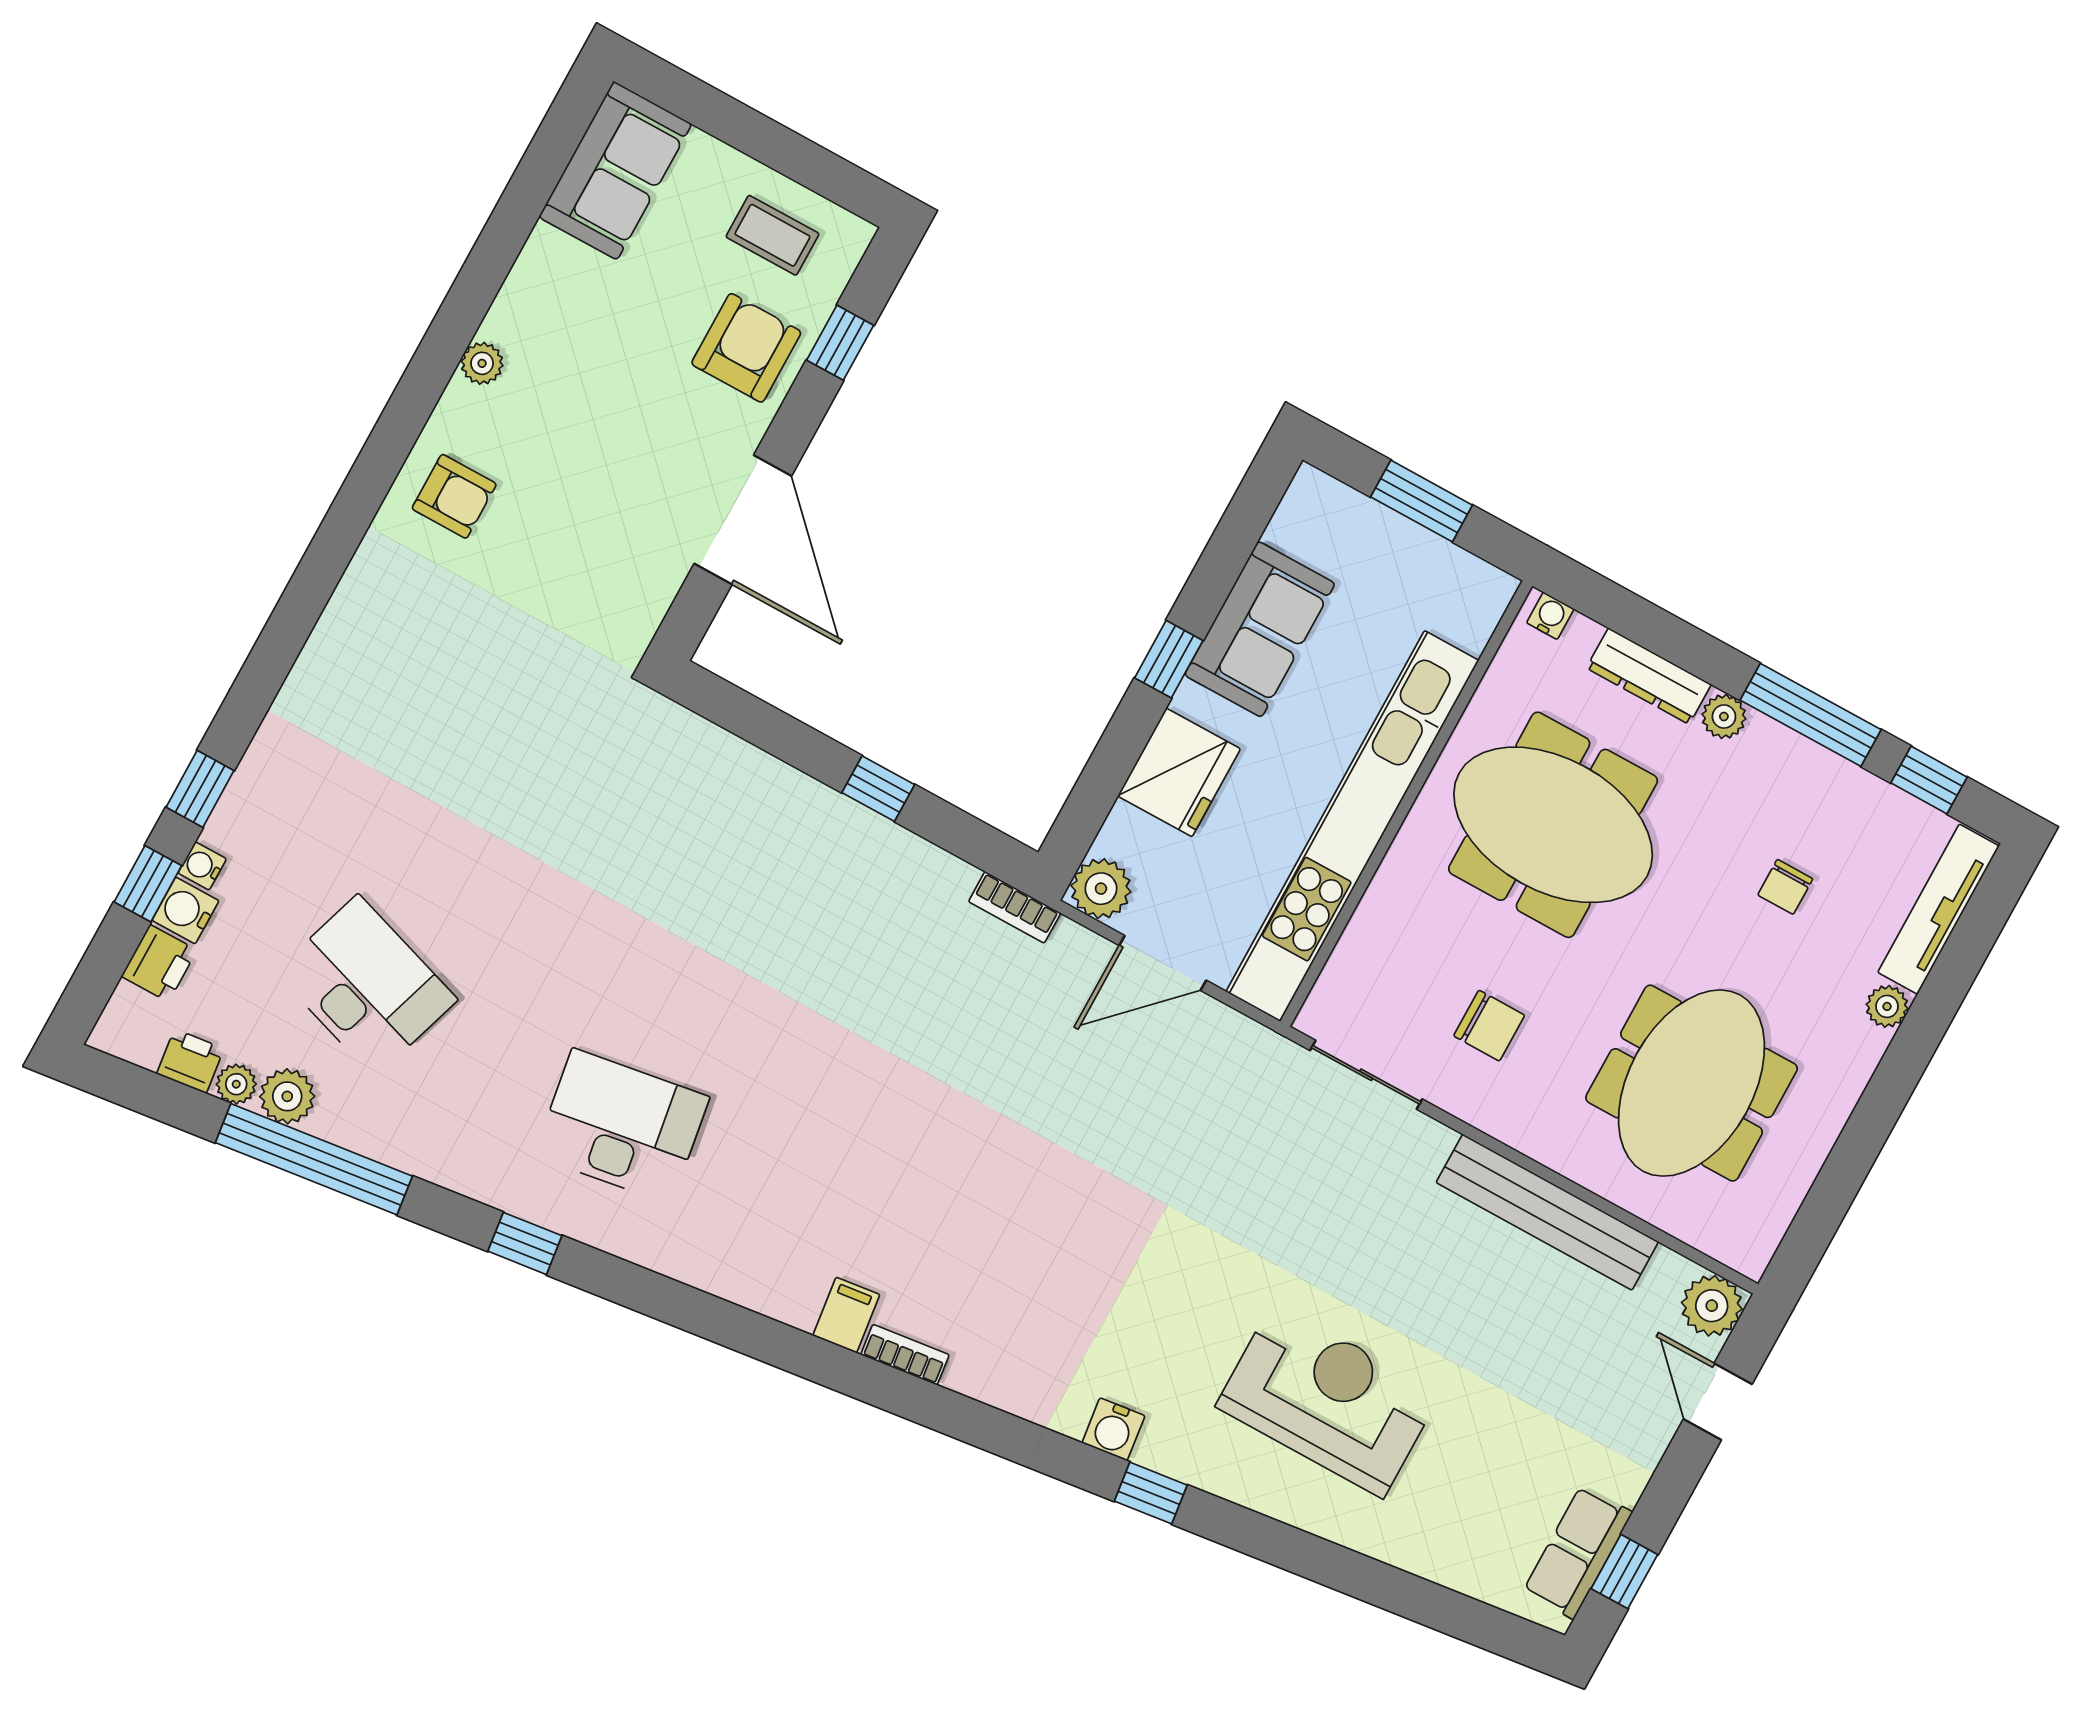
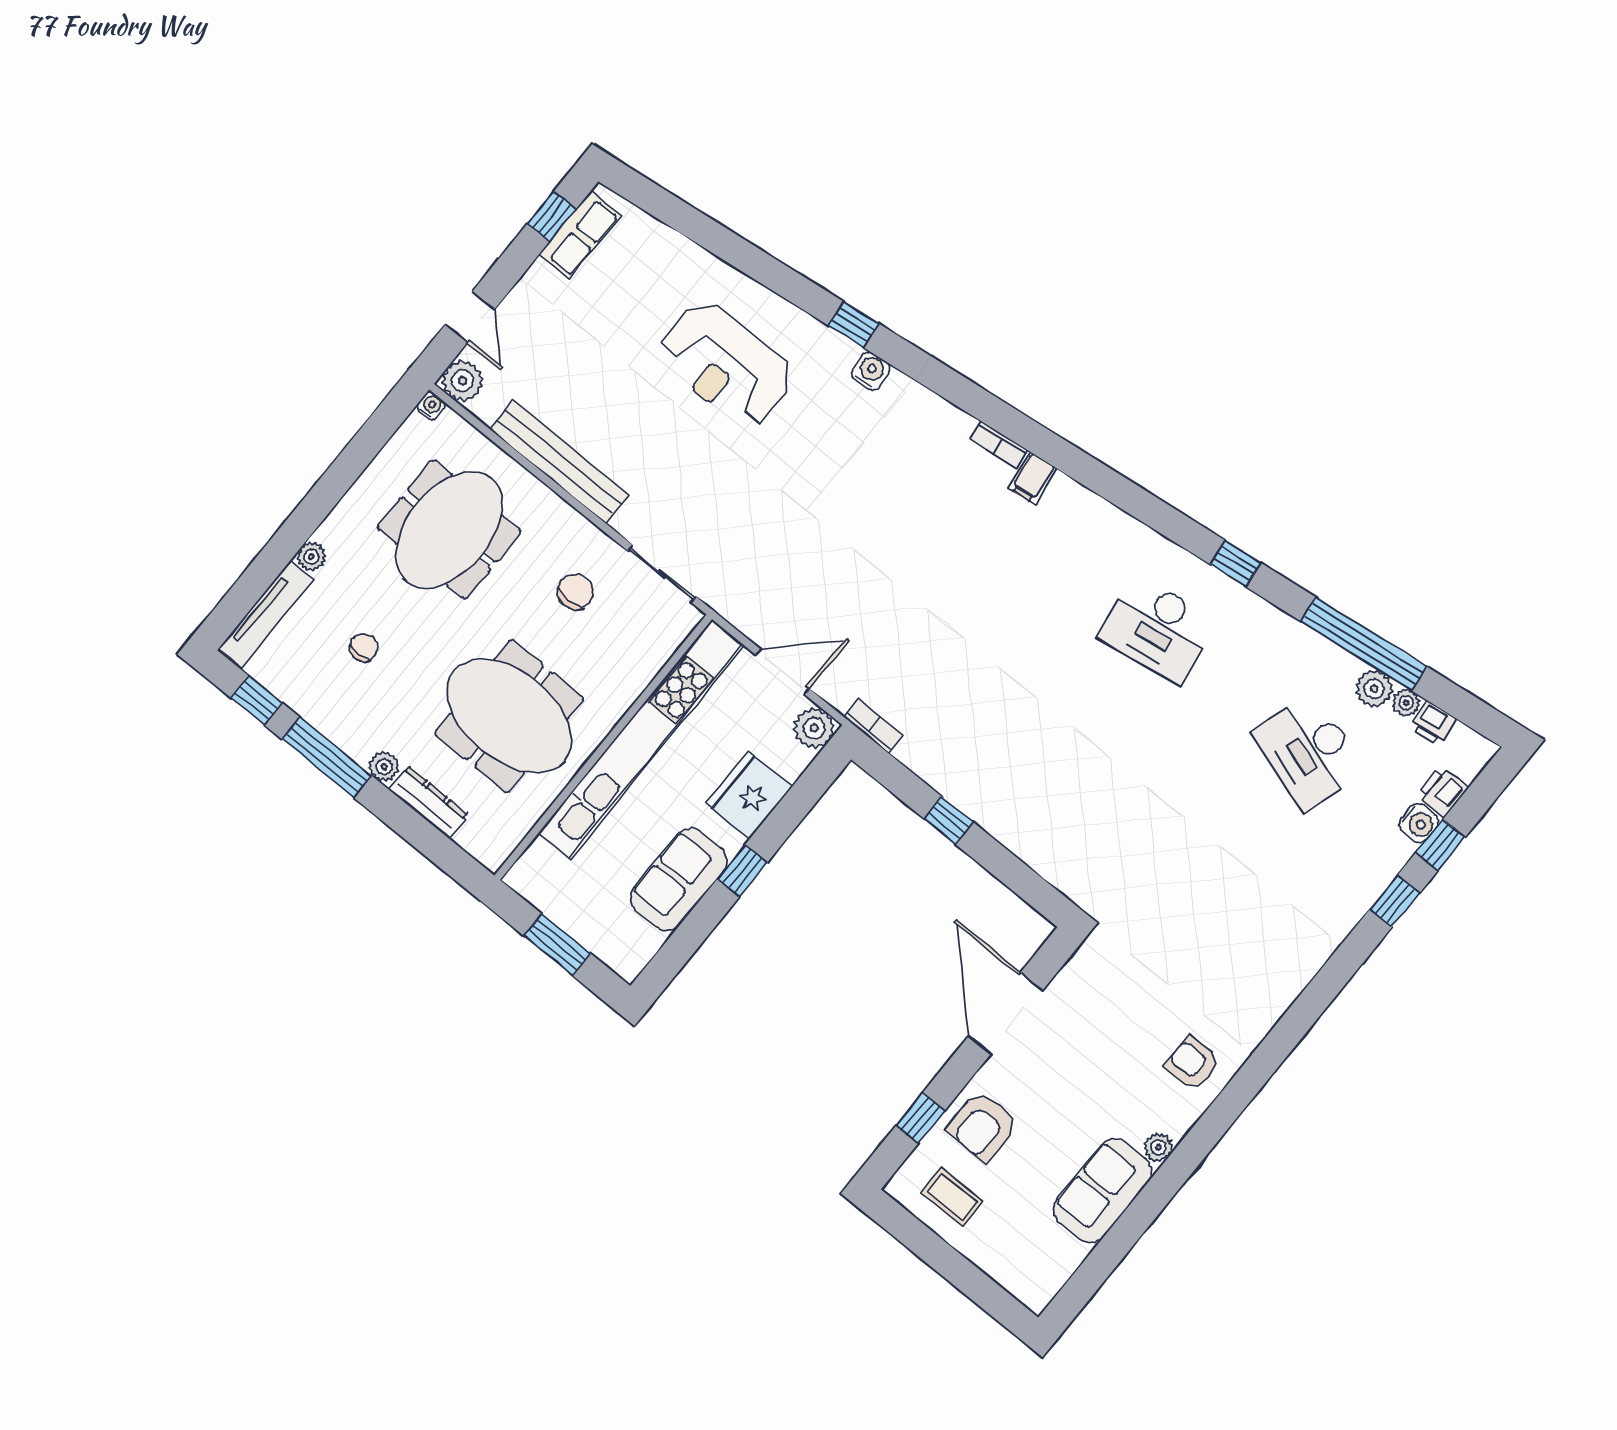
sofa: (615, 171) -> (1103, 1191), moved
water cooler: (1550, 616) -> (431, 406), moved, turned 180
water cooler: (202, 866) -> (1402, 850), removed
chair: (1489, 1026) -> (575, 592), turned 90

